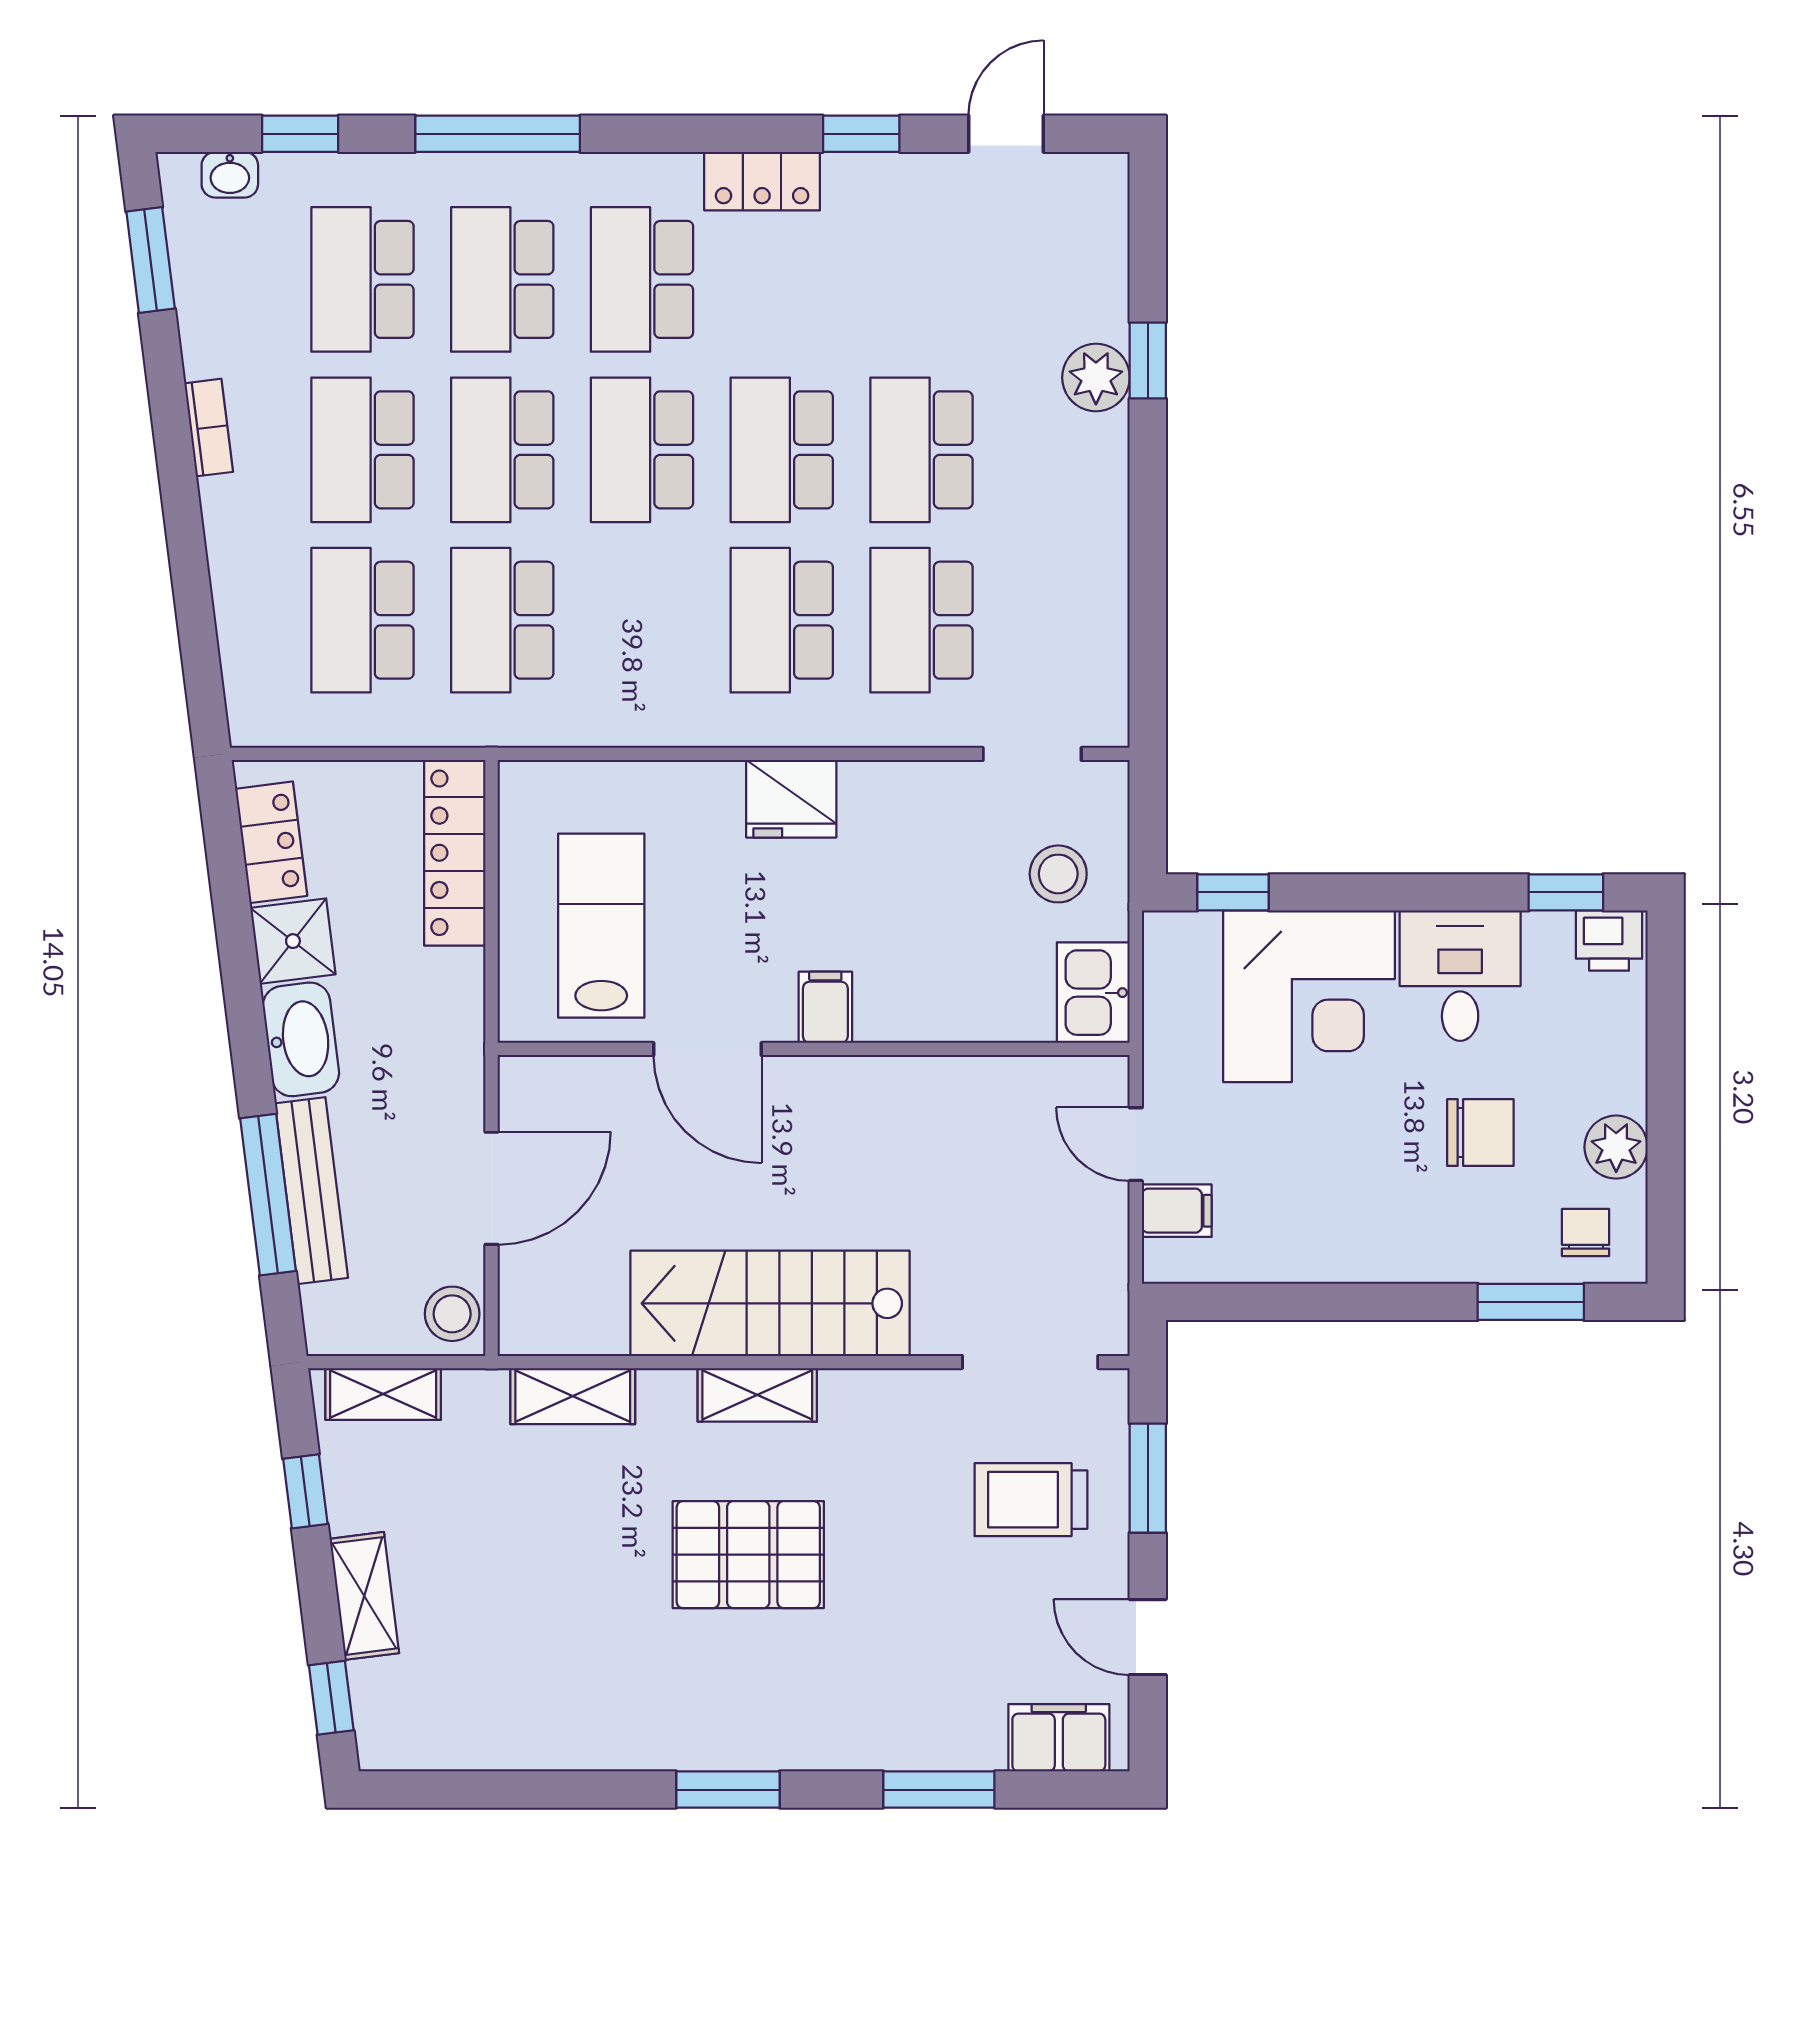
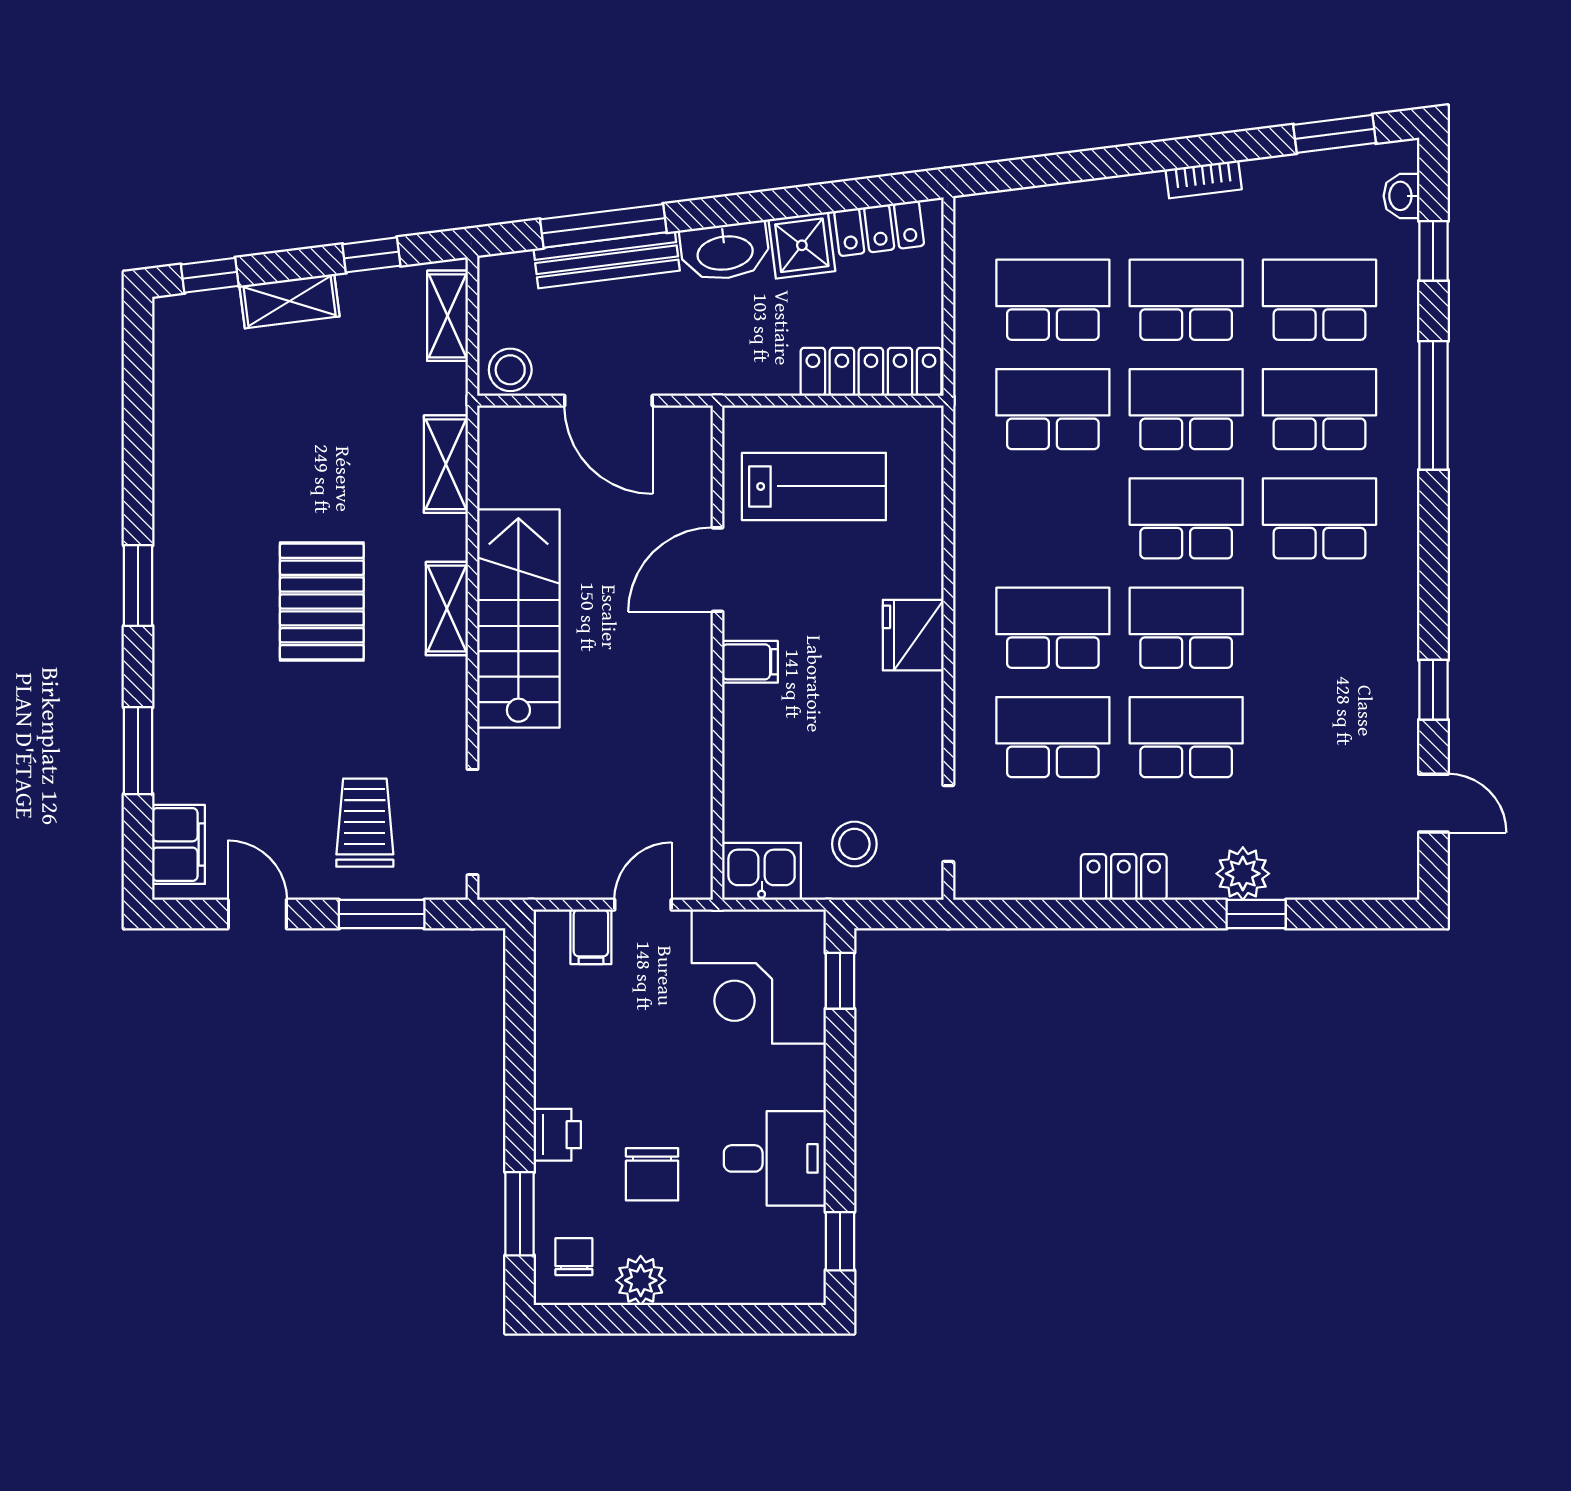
locker: (762, 181) -> (1124, 877), moved, turned 90
printer: (1609, 941) -> (557, 1135), moved, turned 180
corner desk: (1309, 996) -> (759, 977), moved
chair: (1586, 1232) -> (574, 1257), turned -90
door: (1148, 1637) -> (257, 914), hinge flipped

